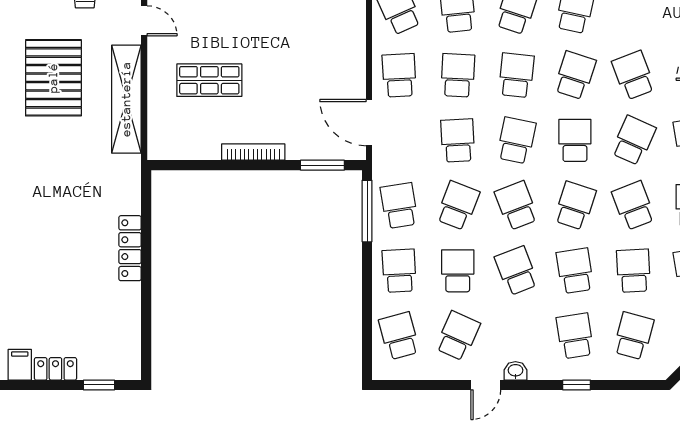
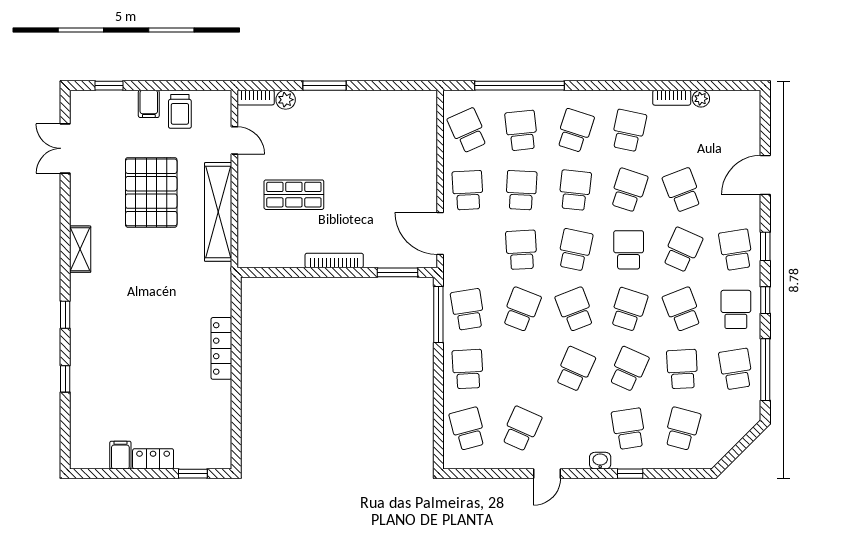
school desk: (458, 271) -> (521, 369), removed
school desk: (516, 271) -> (575, 369), turned 45
school desk: (575, 271) -> (629, 369), turned 33
washbasin: (515, 371) -> (600, 461), moved

